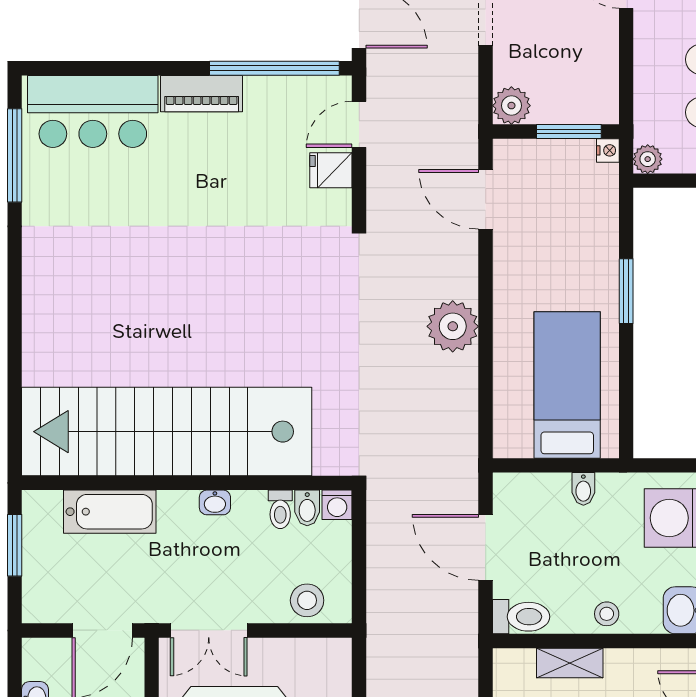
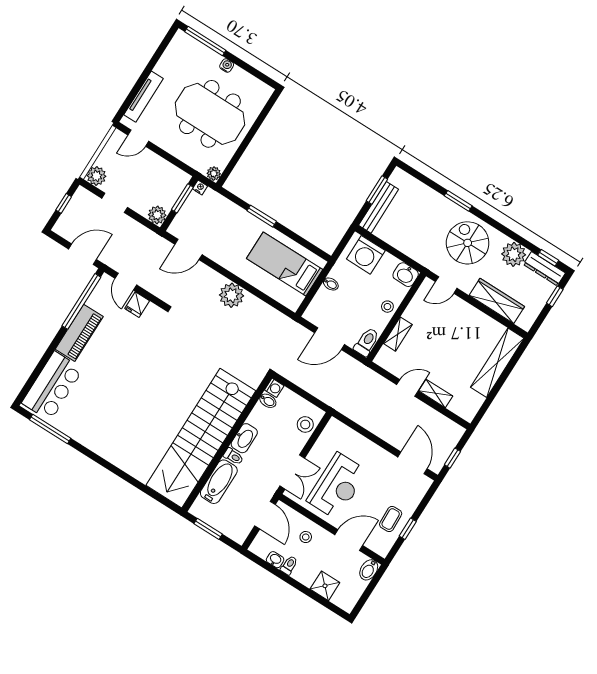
piano: (202, 94) -> (79, 333), width x1.37, depth x1.33
washbasin: (215, 502) -> (244, 438), width x1.91, depth x1.45
toilet: (280, 509) -> (233, 456), moved

